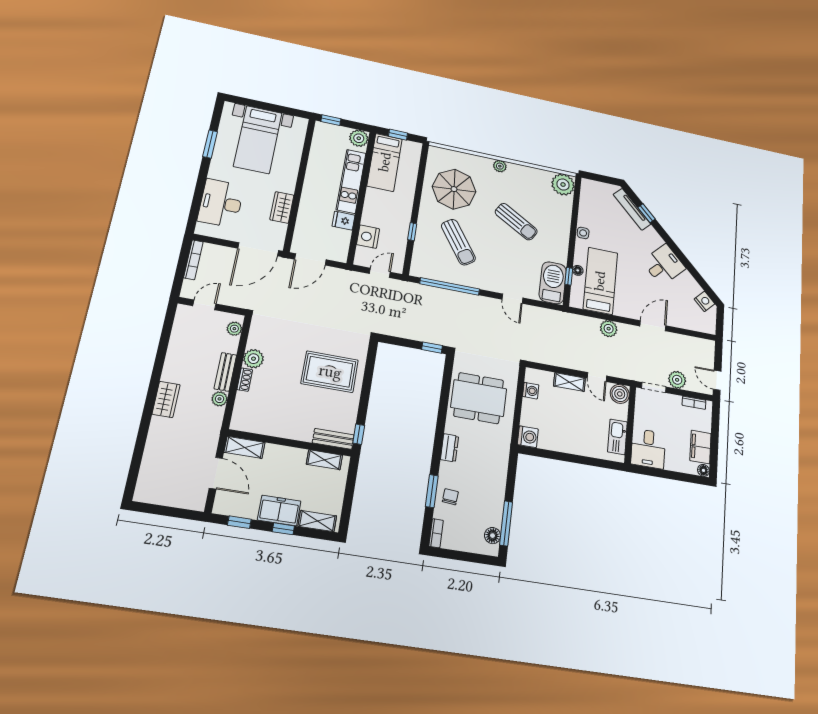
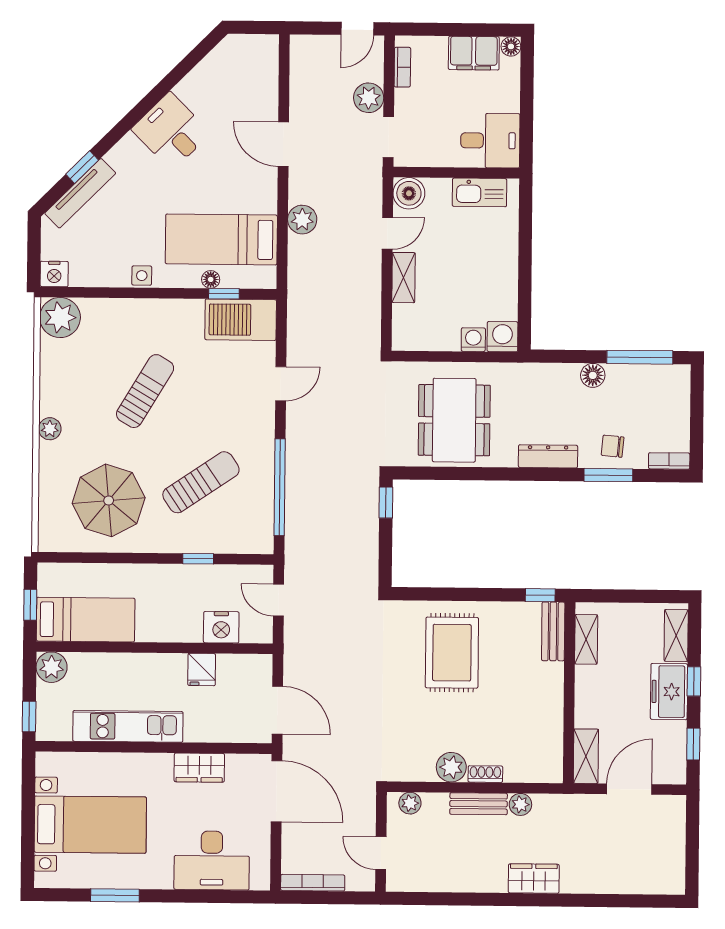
kitchen unit: (351, 181) -> (128, 726), moved, turned 180
nightstand: (704, 301) -> (54, 274), moved, turned -135
washing machine: (531, 391) -> (473, 340), moved
dresser: (450, 448) -> (548, 456), width x1.44
floor lamp: (493, 536) -> (593, 375), moved

